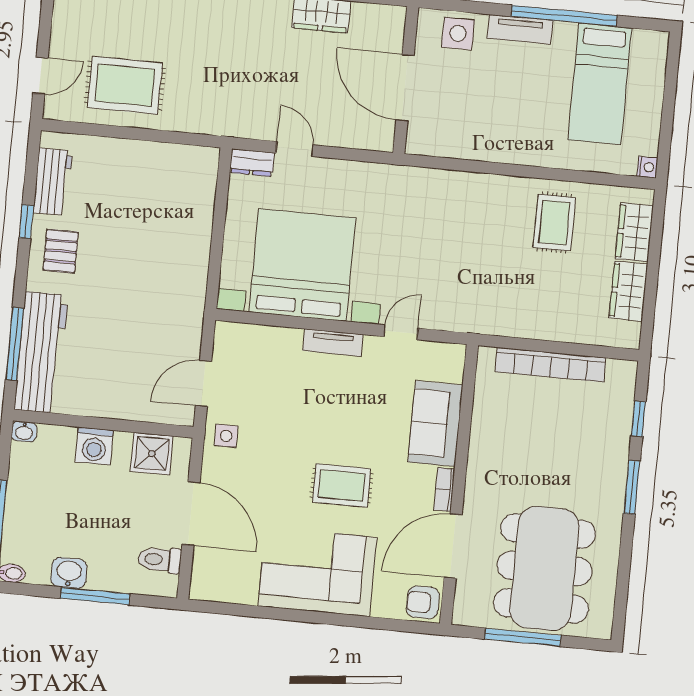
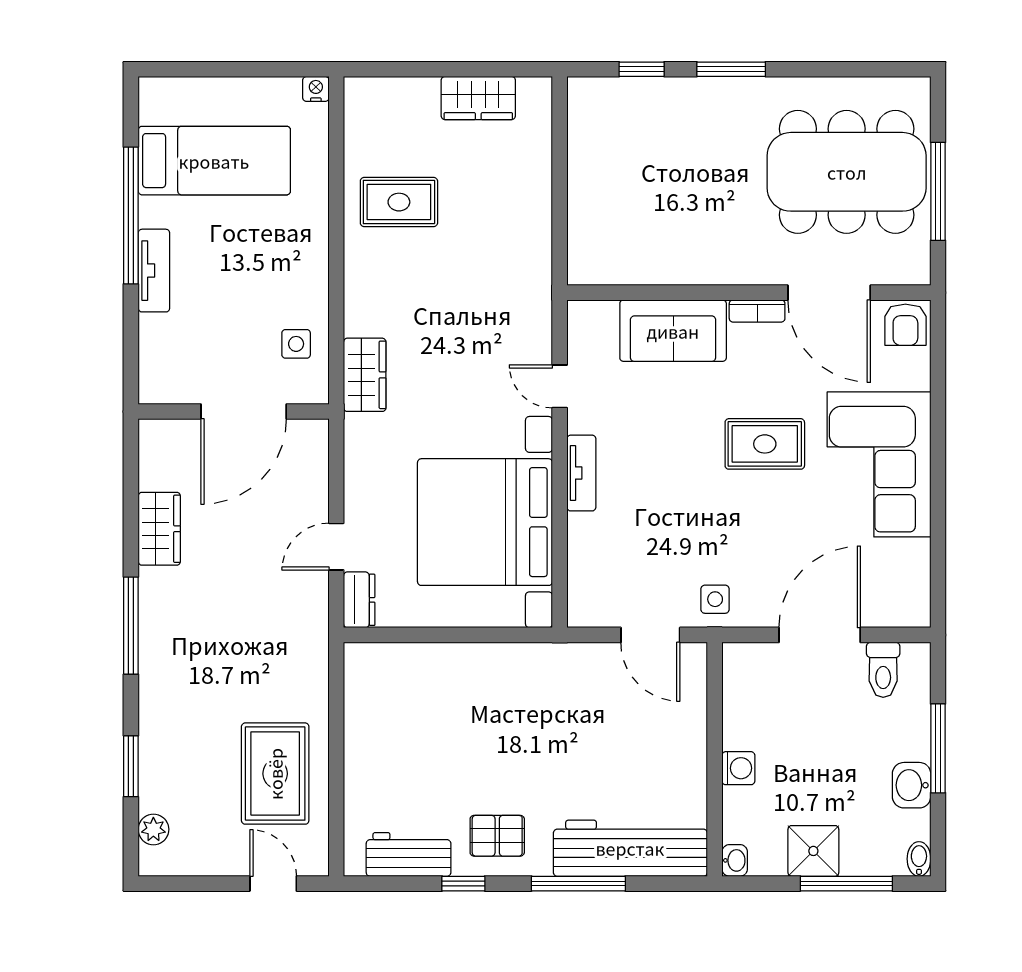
side table: (458, 33) -> (296, 344), moved, width x0.73, depth x0.73
wardrobe: (634, 232) -> (365, 375), moved, turned -90
window: (15, 344) -> (578, 884), moved
bookcase: (551, 365) -> (583, 189), removed
washing machine: (94, 446) -> (738, 768), width x0.73, depth x0.73
shower: (152, 454) -> (813, 851), moved
rug: (342, 486) -> (765, 444), turned 90

